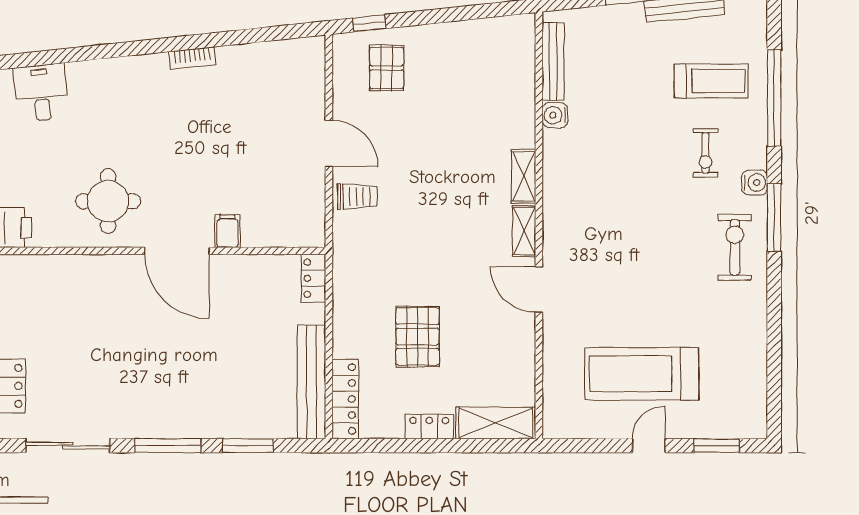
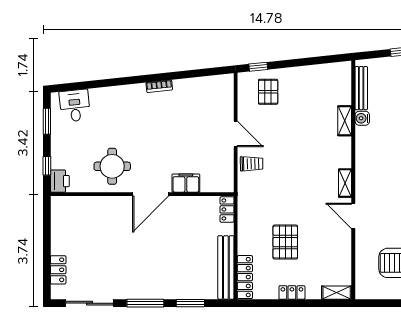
shelving: (524, 176) -> (345, 121), moved
filing cabinet: (227, 231) -> (186, 183), width x2.00
door: (177, 251) -> (151, 194), hinge flipped
shelving: (496, 423) -> (337, 293), width x0.67, depth x0.75

